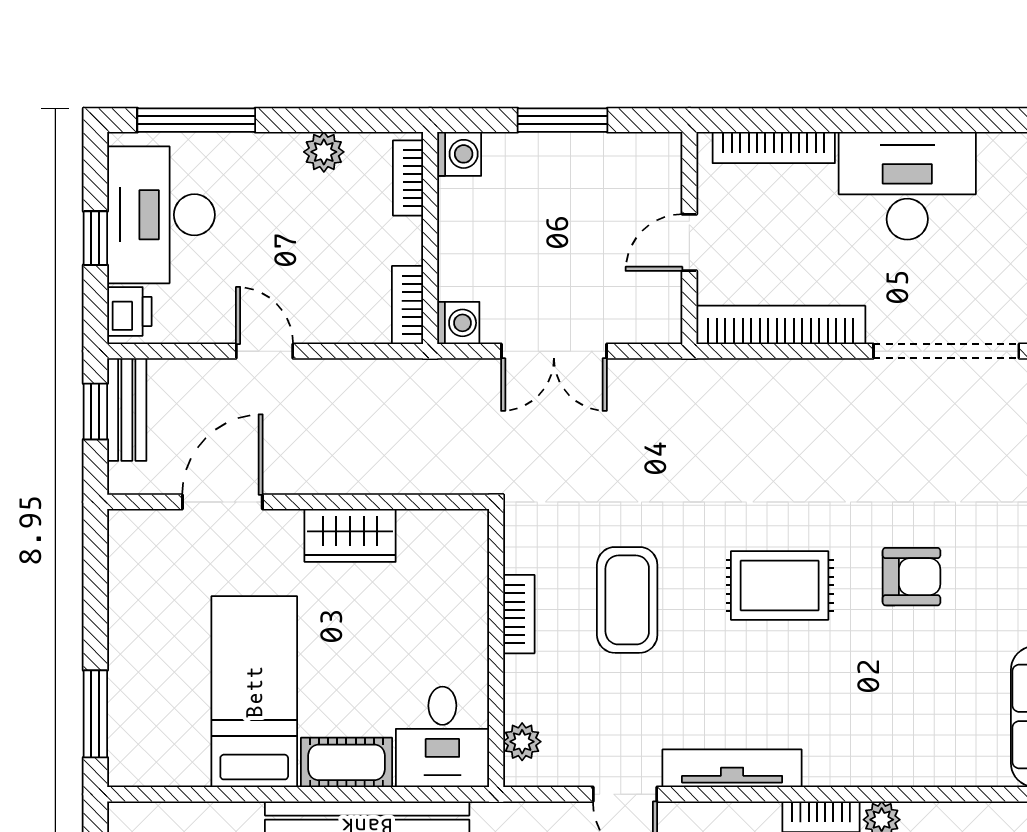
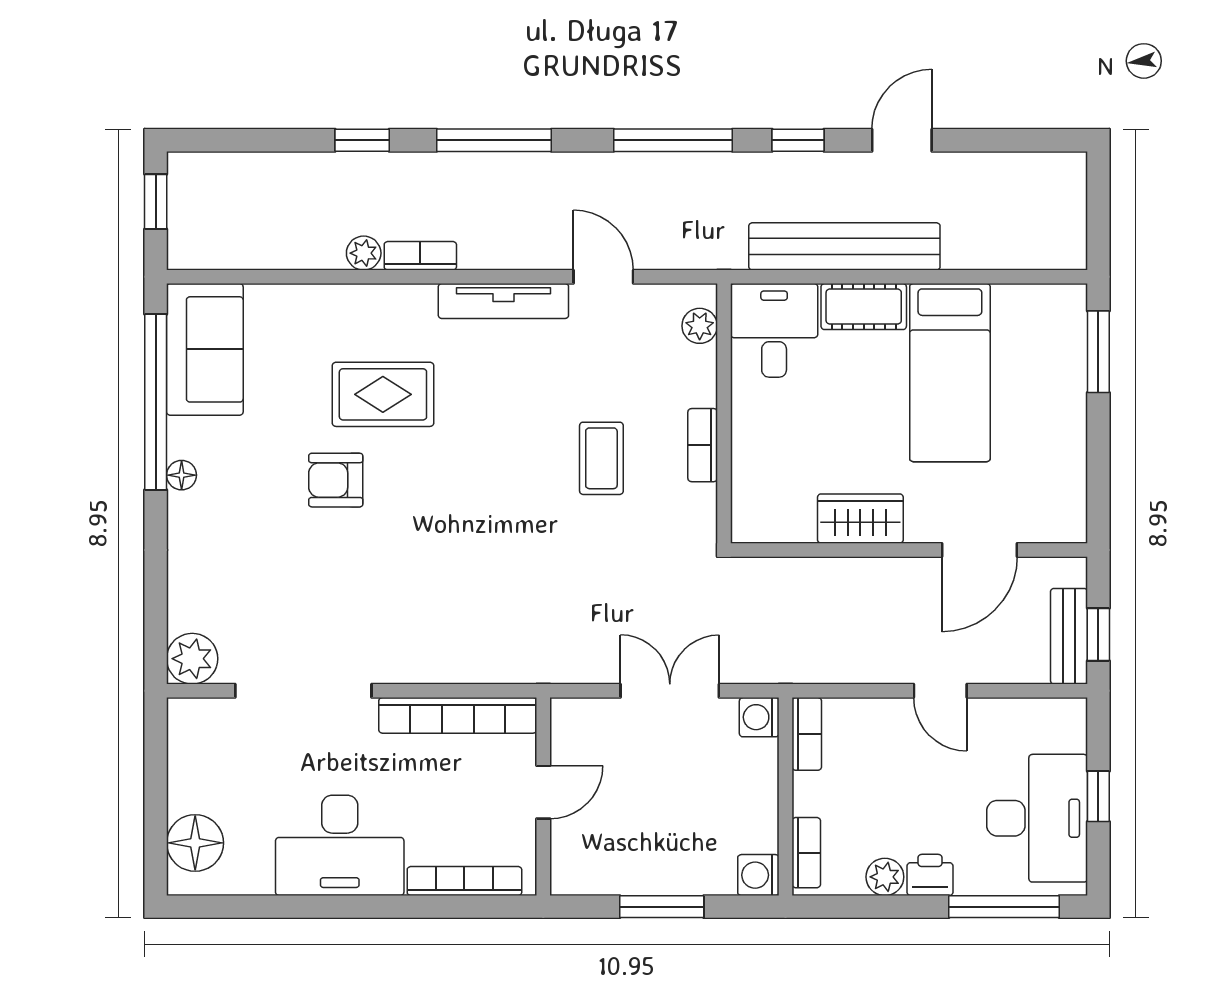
printer: (129, 311) -> (930, 875), moved, turned 90
rug: (780, 585) -> (383, 394), moved
coffee table: (627, 600) -> (601, 458), width x0.73, depth x0.77

